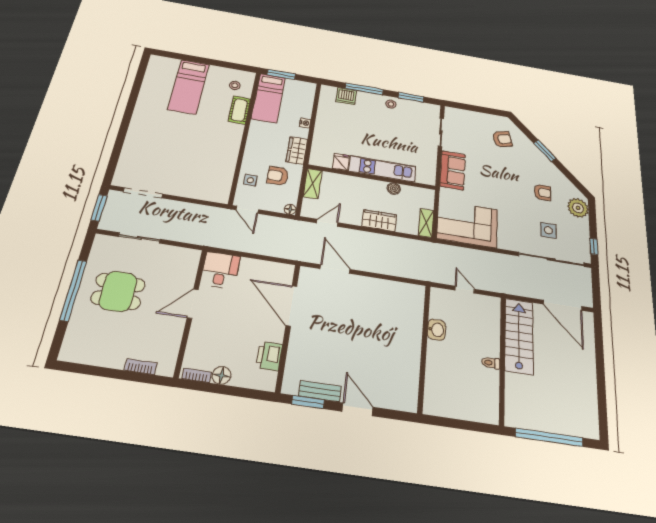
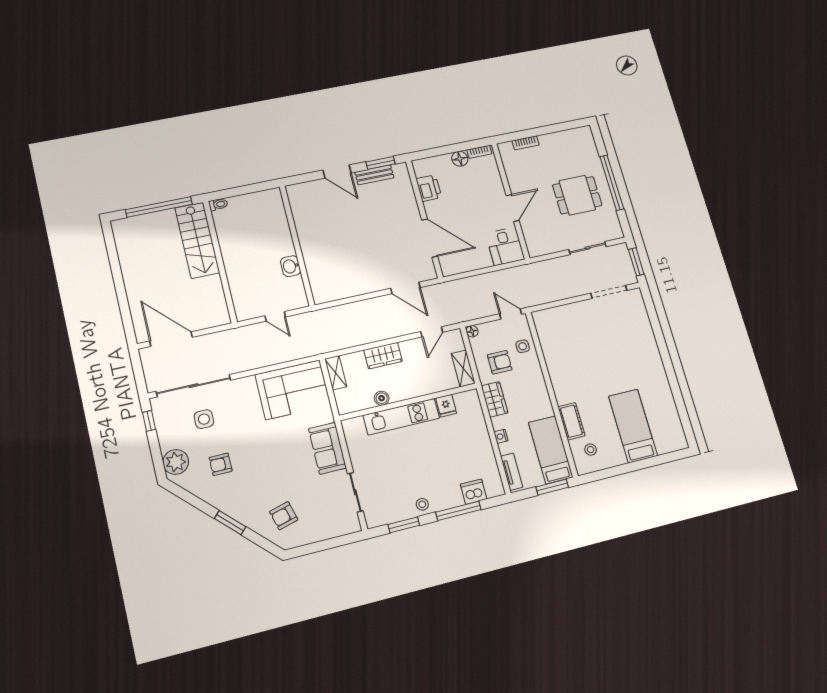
tv unit: (309, 97) -> (512, 472), added
stairs: (519, 336) -> (197, 240), moved
toilet: (491, 363) -> (218, 204), moved

